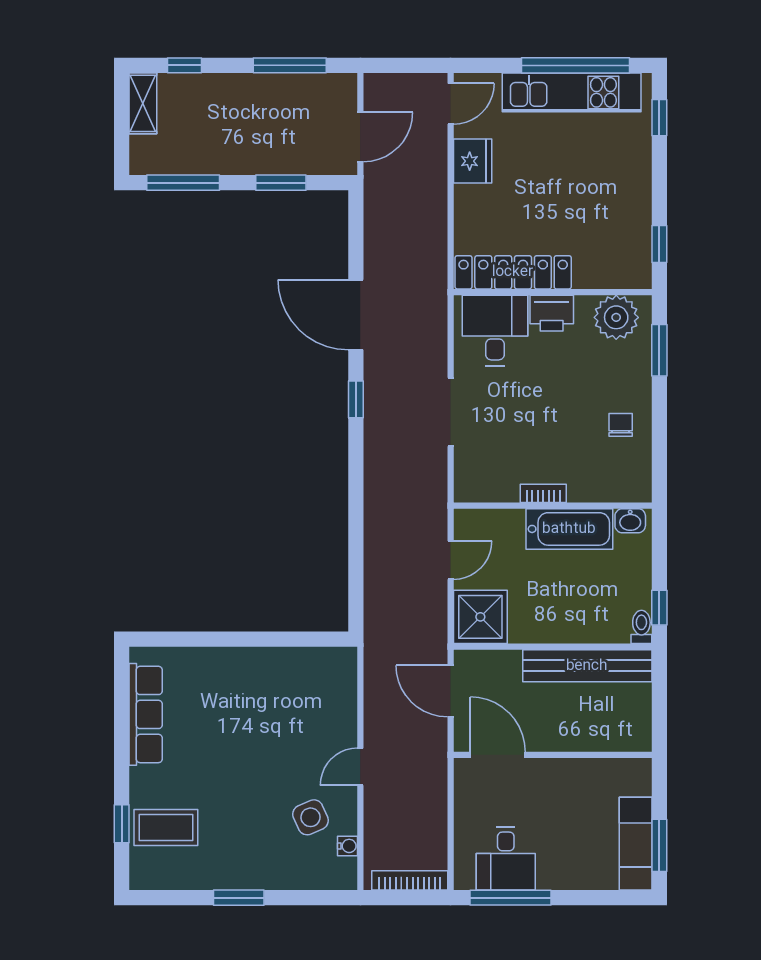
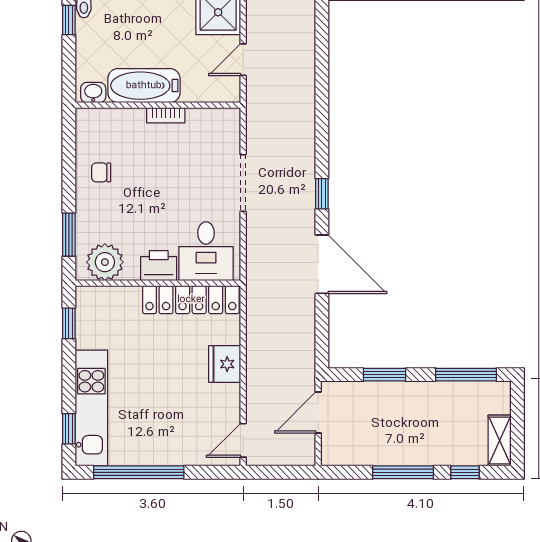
window: (290, 65) -> (403, 472), moved
kitchen unit: (572, 92) -> (91, 408), moved, turned 90
fridge: (473, 161) -> (225, 364), moved
chair: (621, 425) -> (101, 172), turned 90

